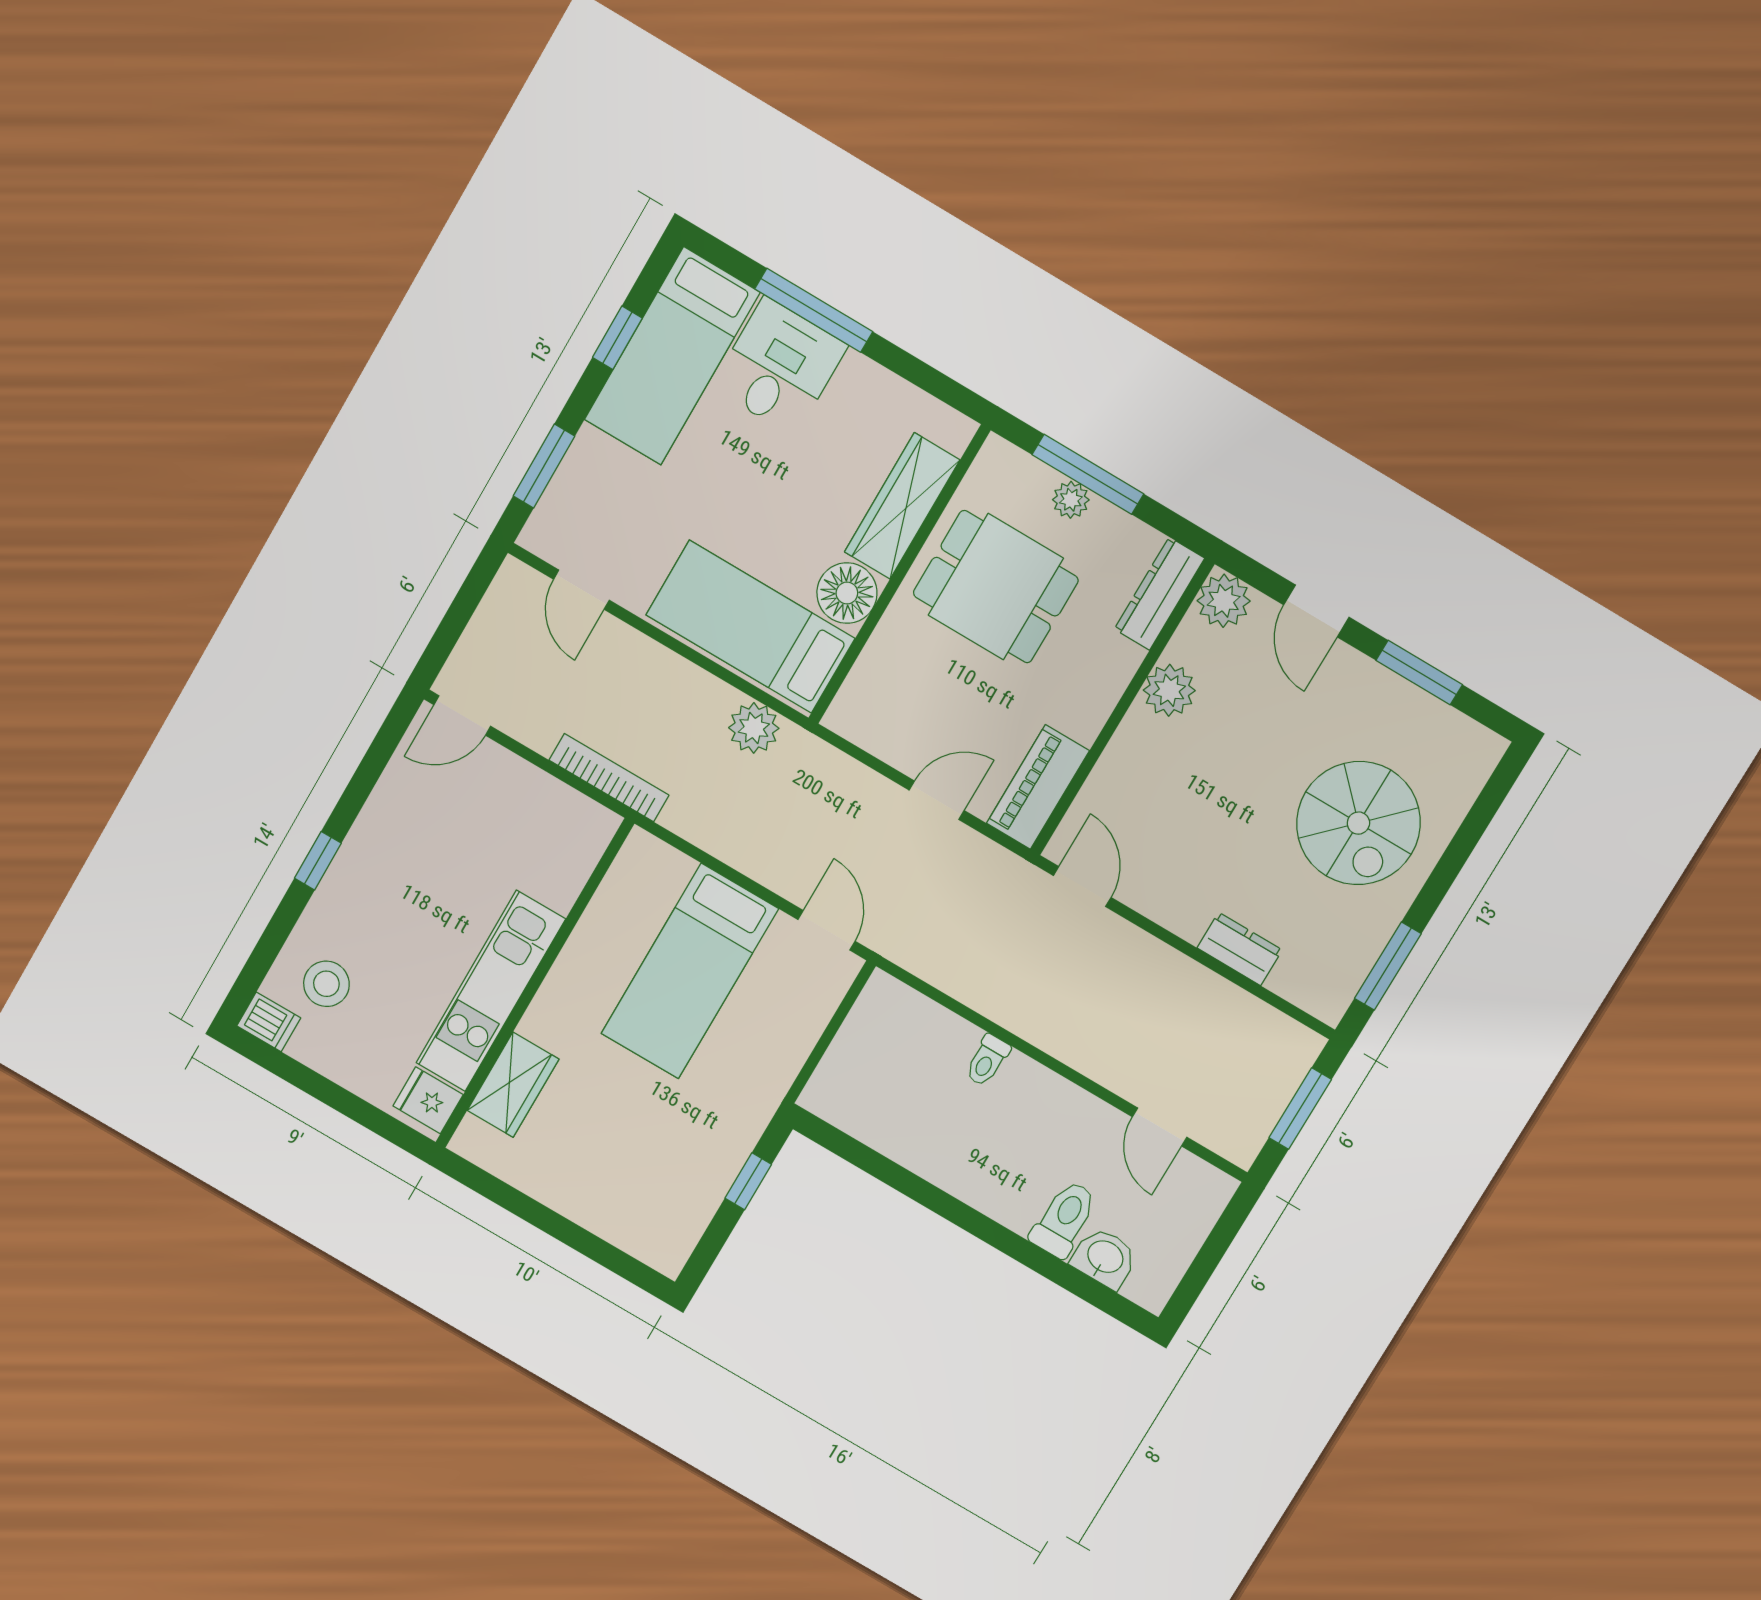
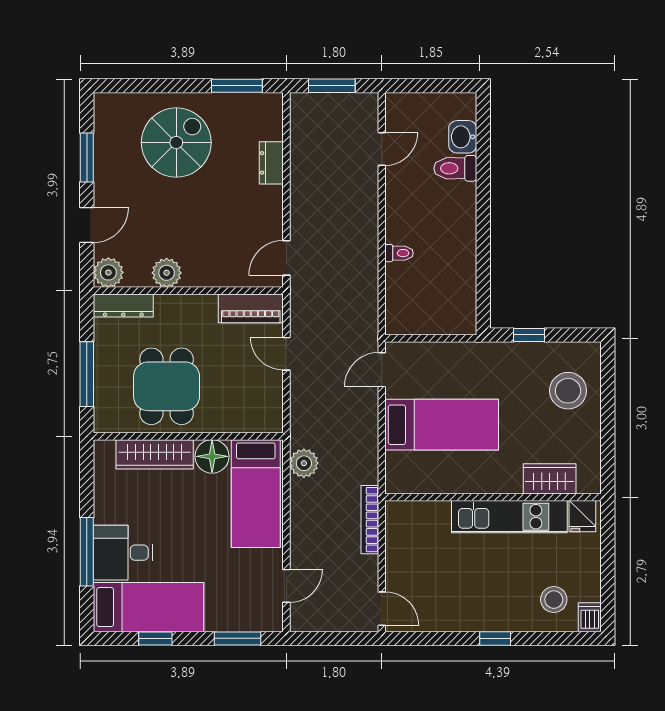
plant: (1071, 500) -> (104, 375), removed
stool: (630, 1190) -> (568, 391), added

